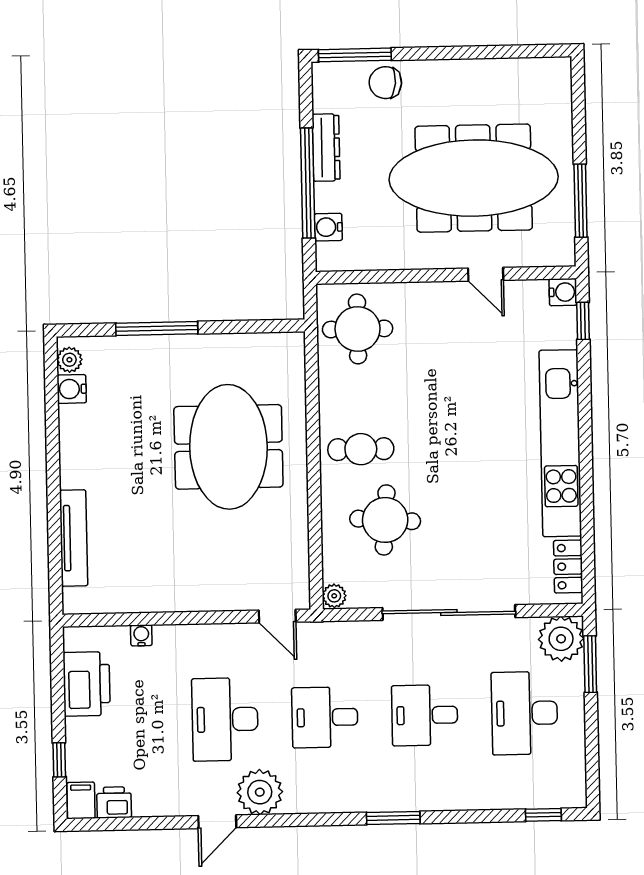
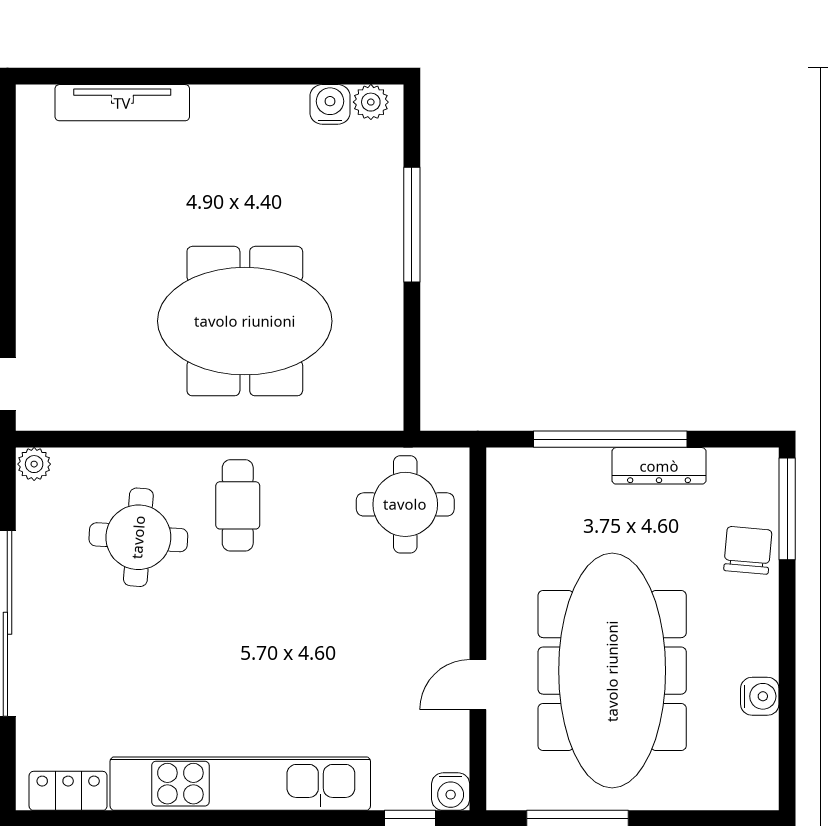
water cooler: (328, 227) -> (760, 696), moved, turned 90

